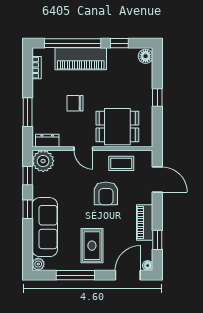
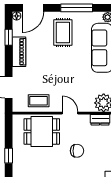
armchair: (106, 193) -> (51, 76), removed

